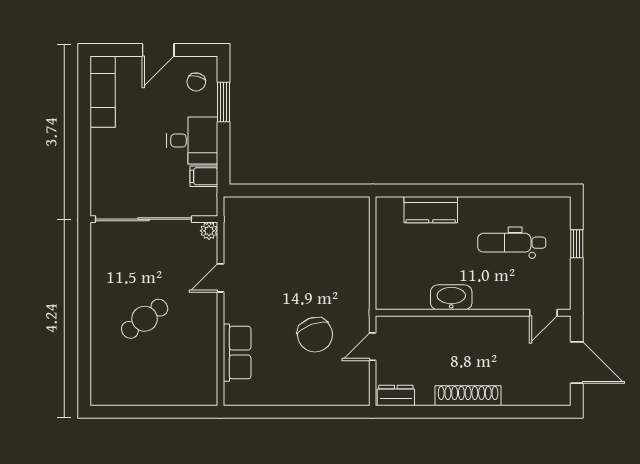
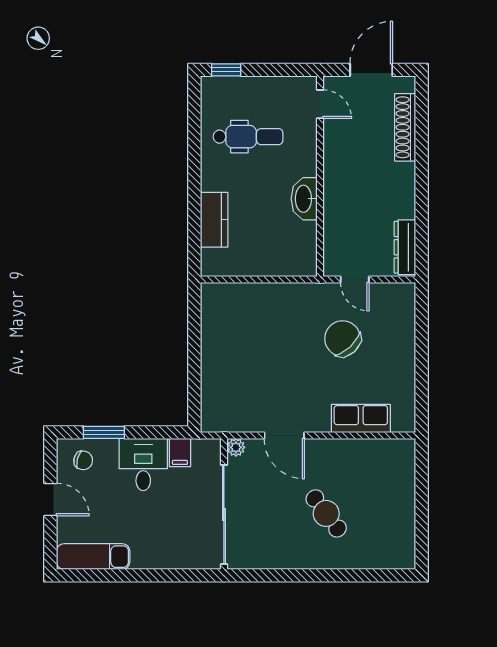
dental chair: (512, 243) -> (248, 137), turned -90
window: (577, 244) -> (226, 70), moved
door: (221, 278) -> (284, 435), width x1.38
chair: (315, 335) -> (343, 339), turned -113
dresser: (396, 395) -> (405, 247), width x1.44
shoe rack: (468, 396) -> (405, 127), moved

